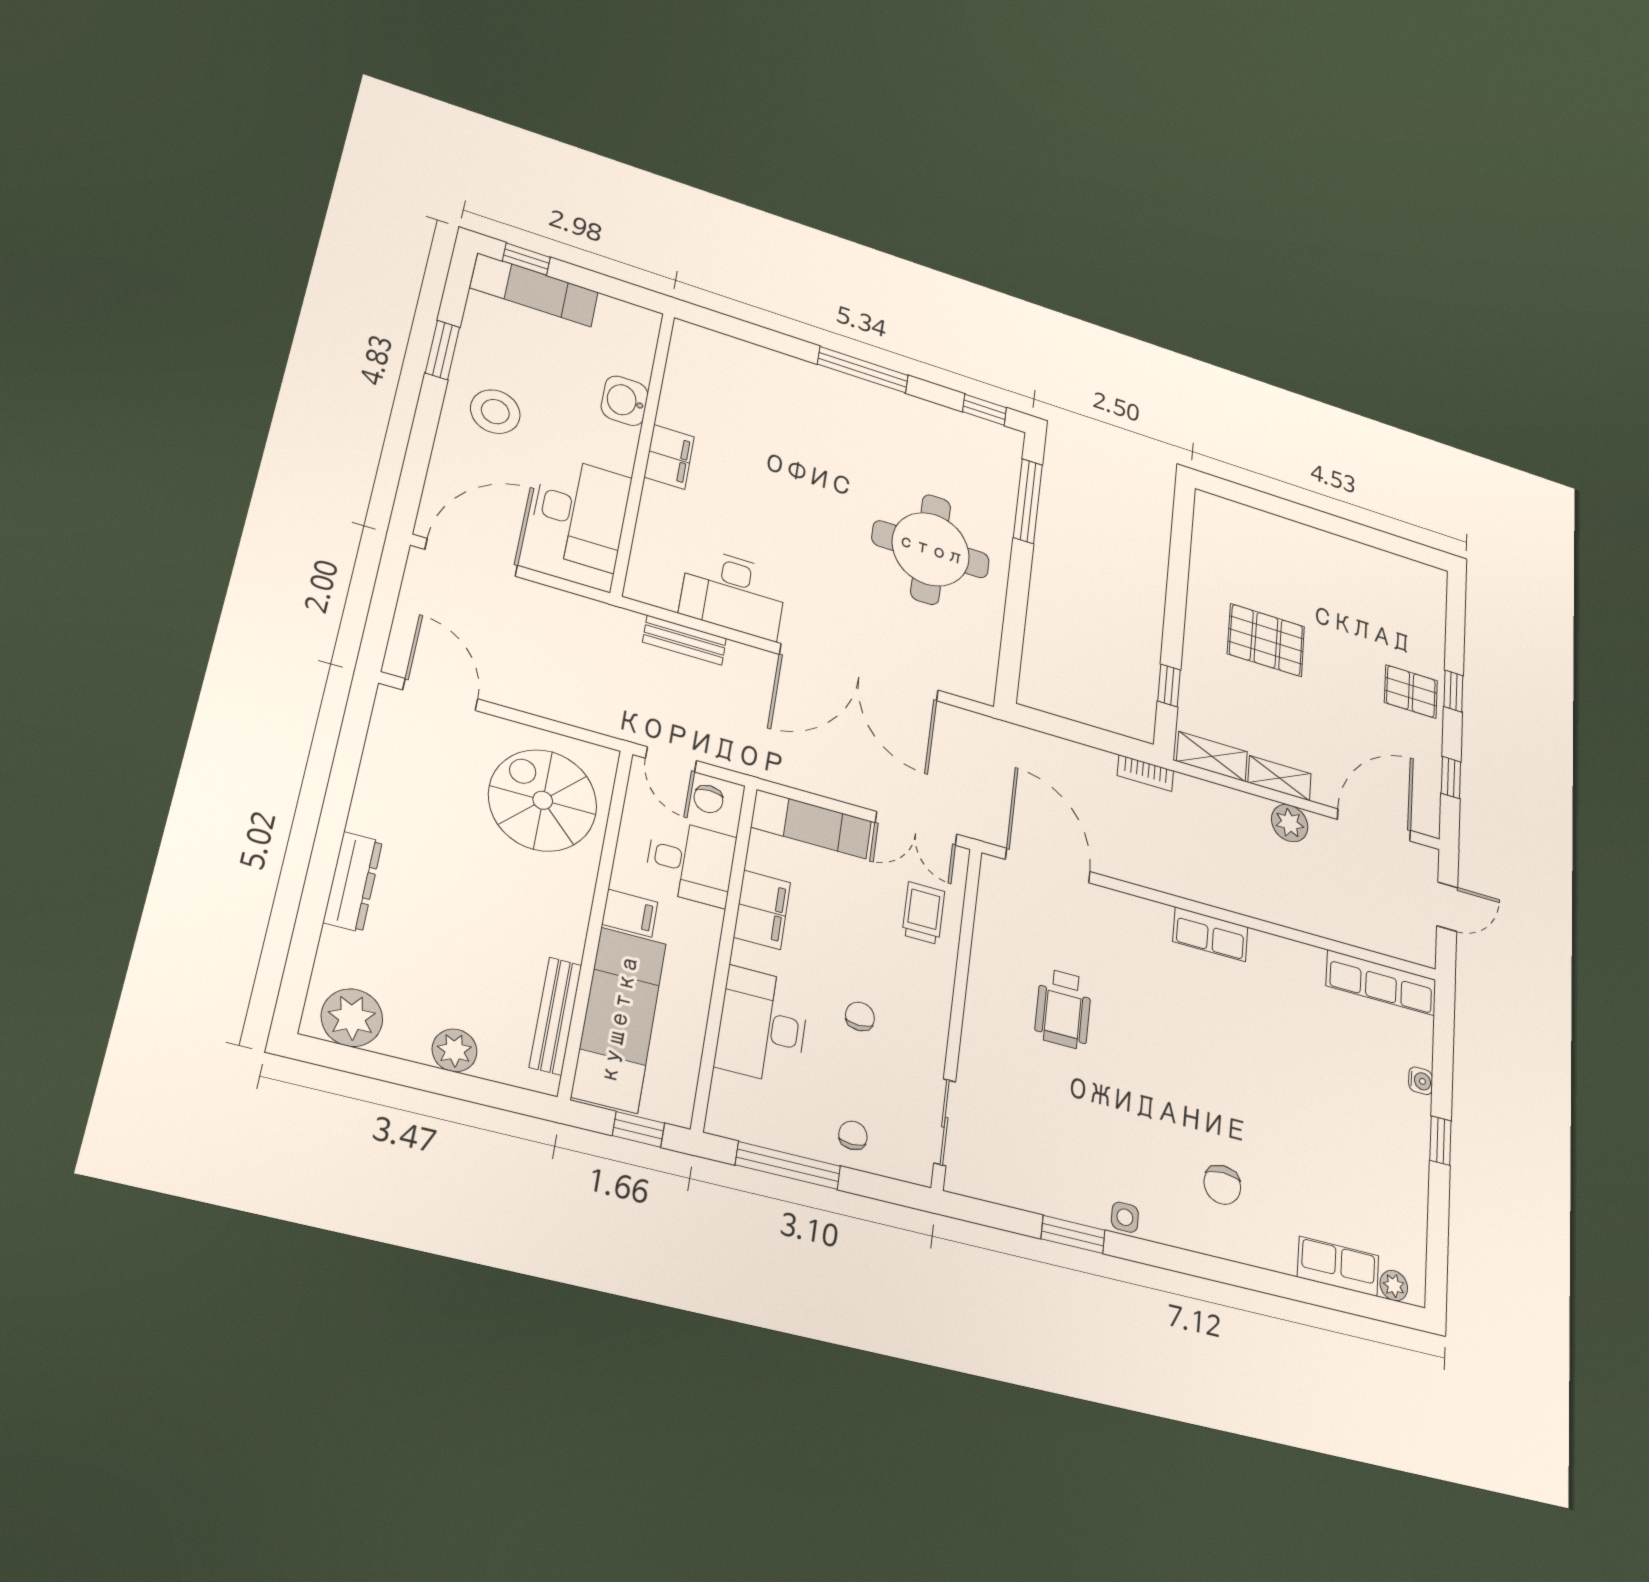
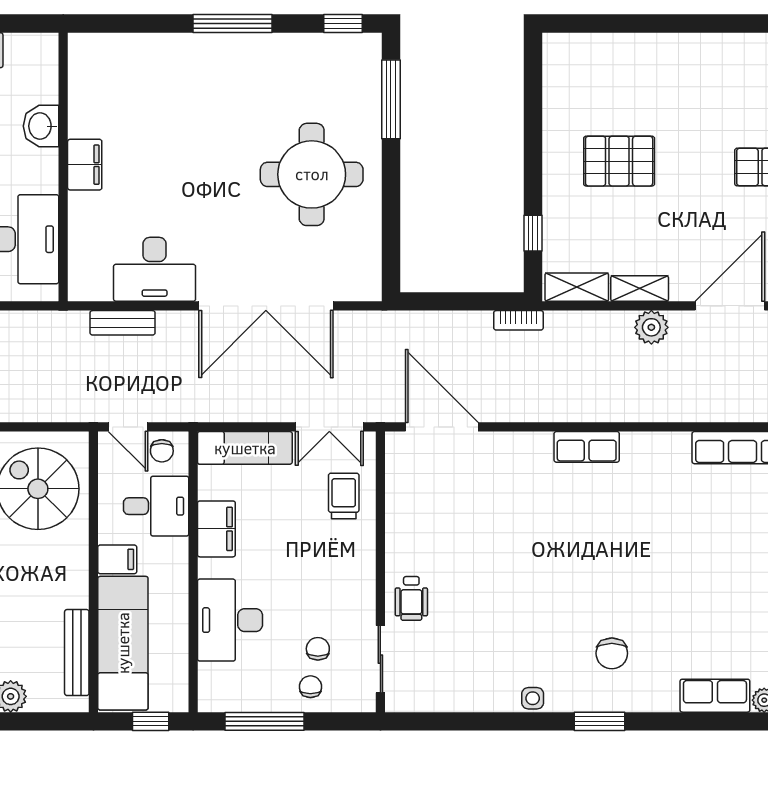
wheelchair: (1063, 1009) -> (411, 598), moved, width x0.73, depth x0.73
chair: (860, 1016) -> (318, 649), moved
window: (1073, 1234) -> (599, 721), moved

